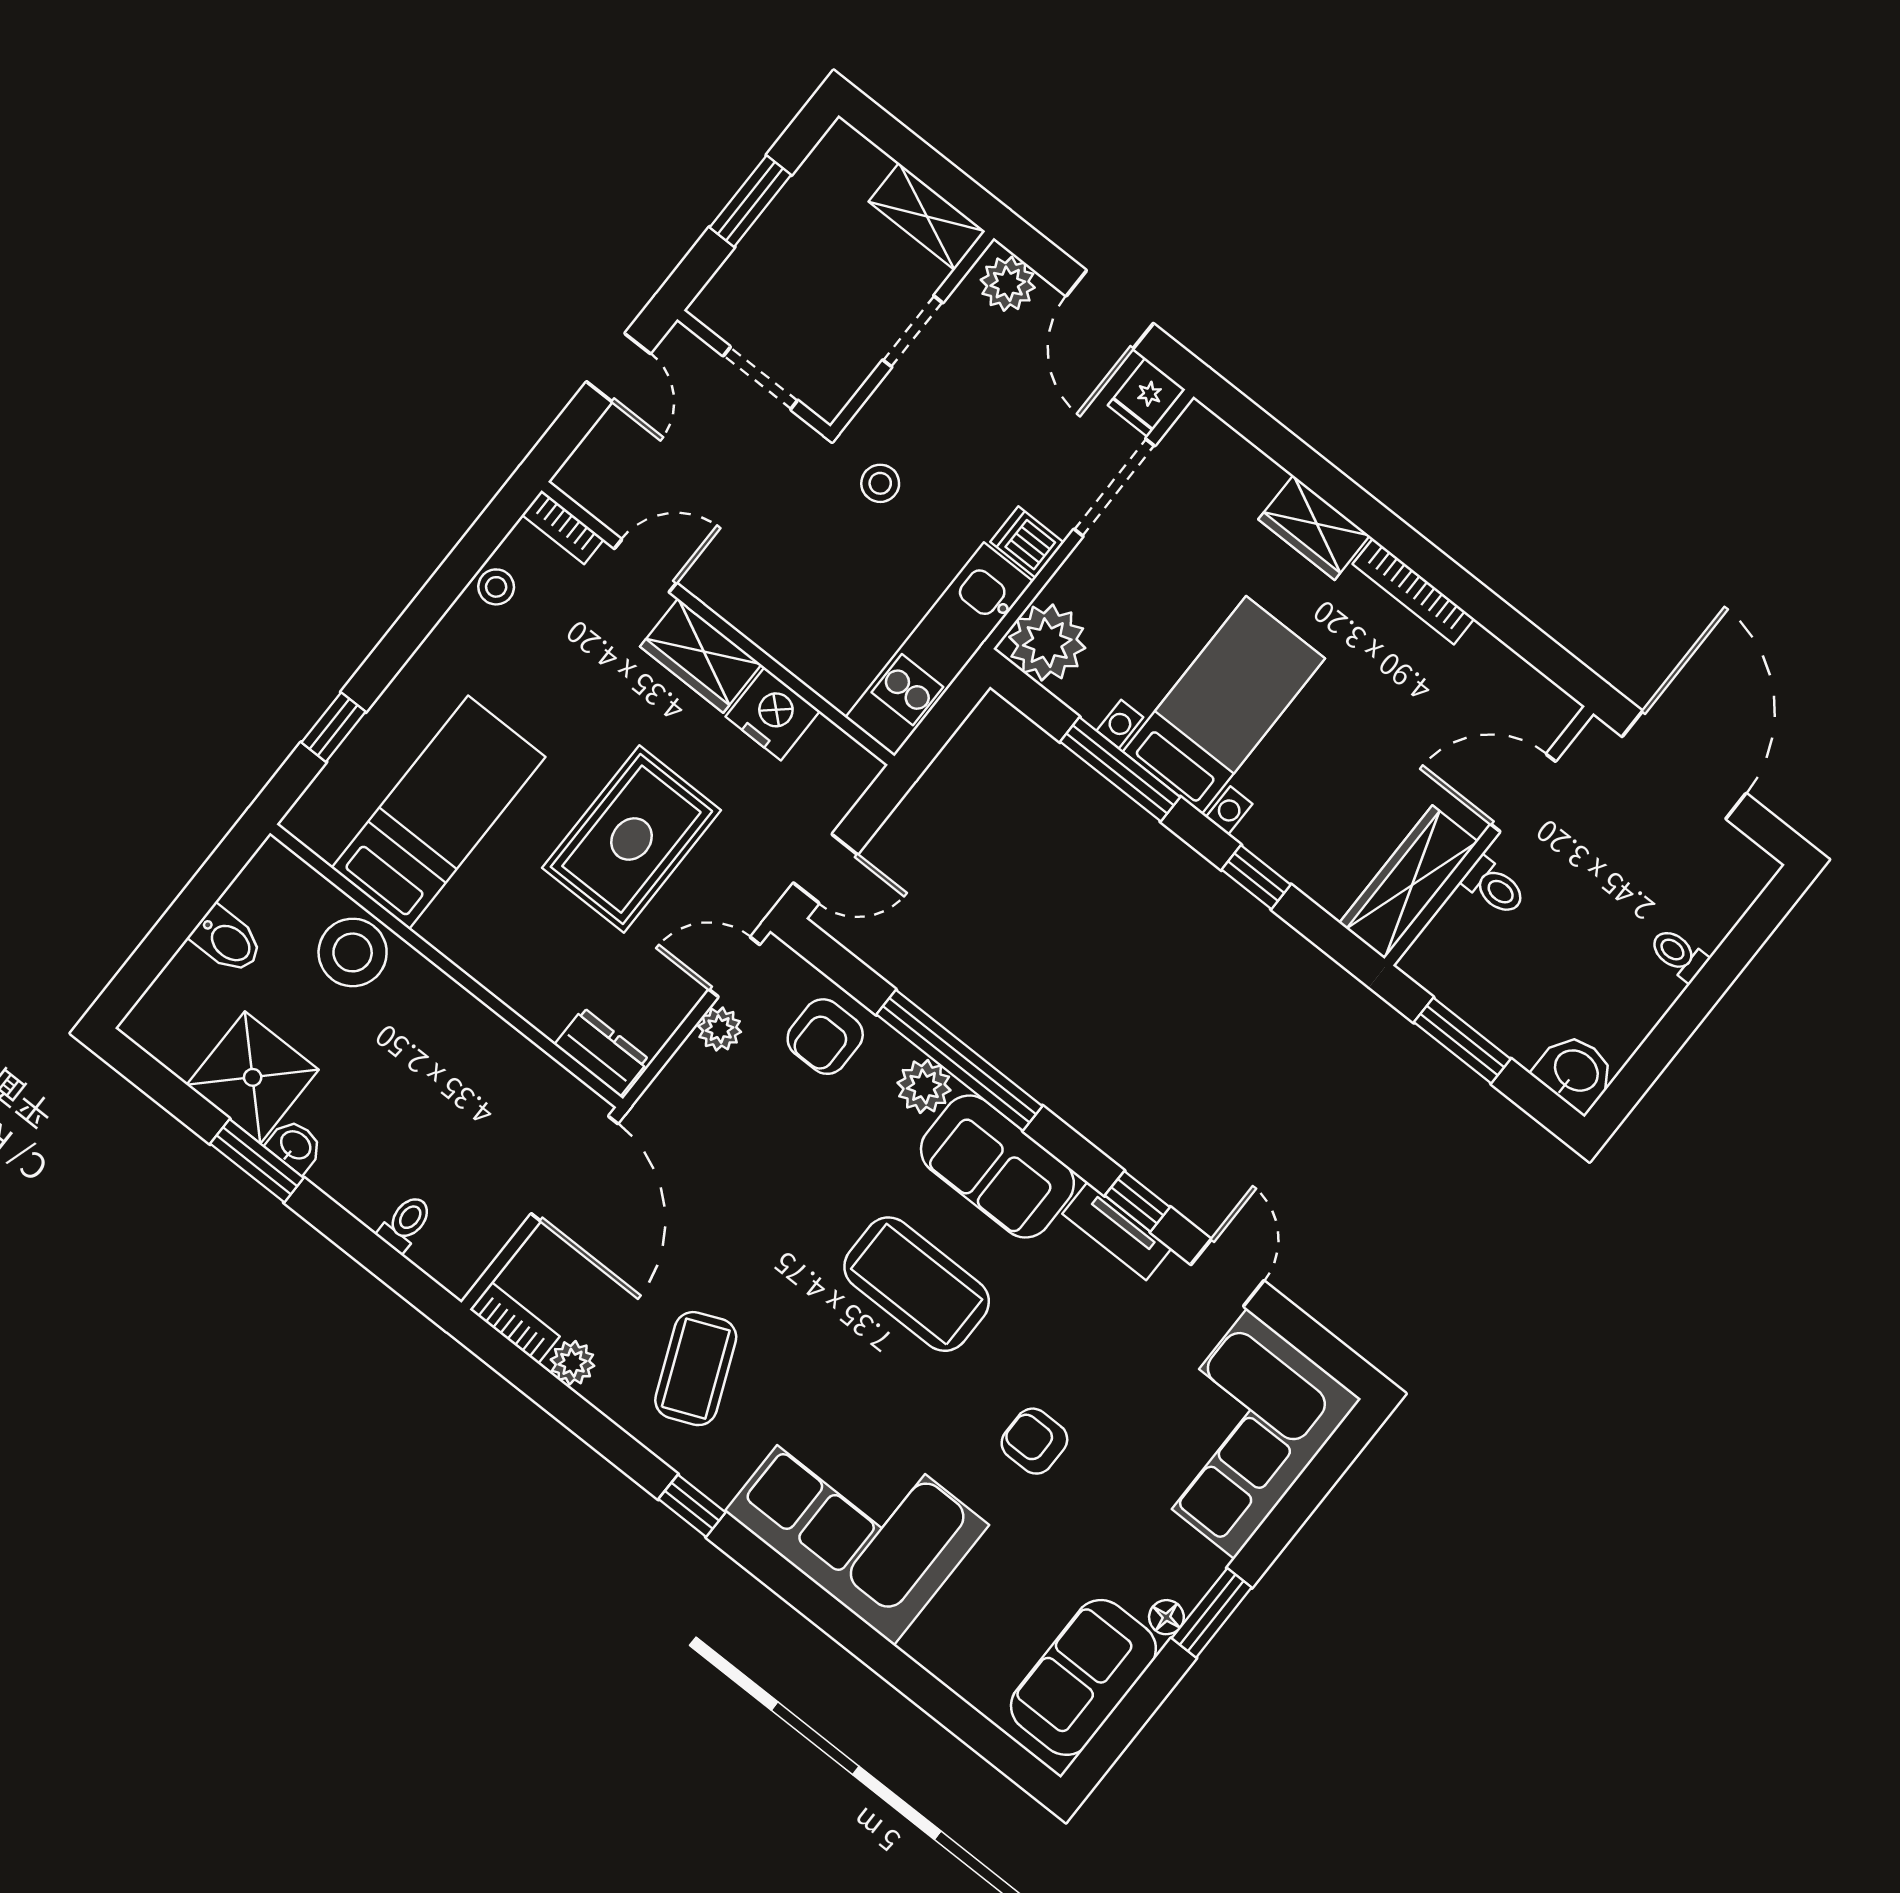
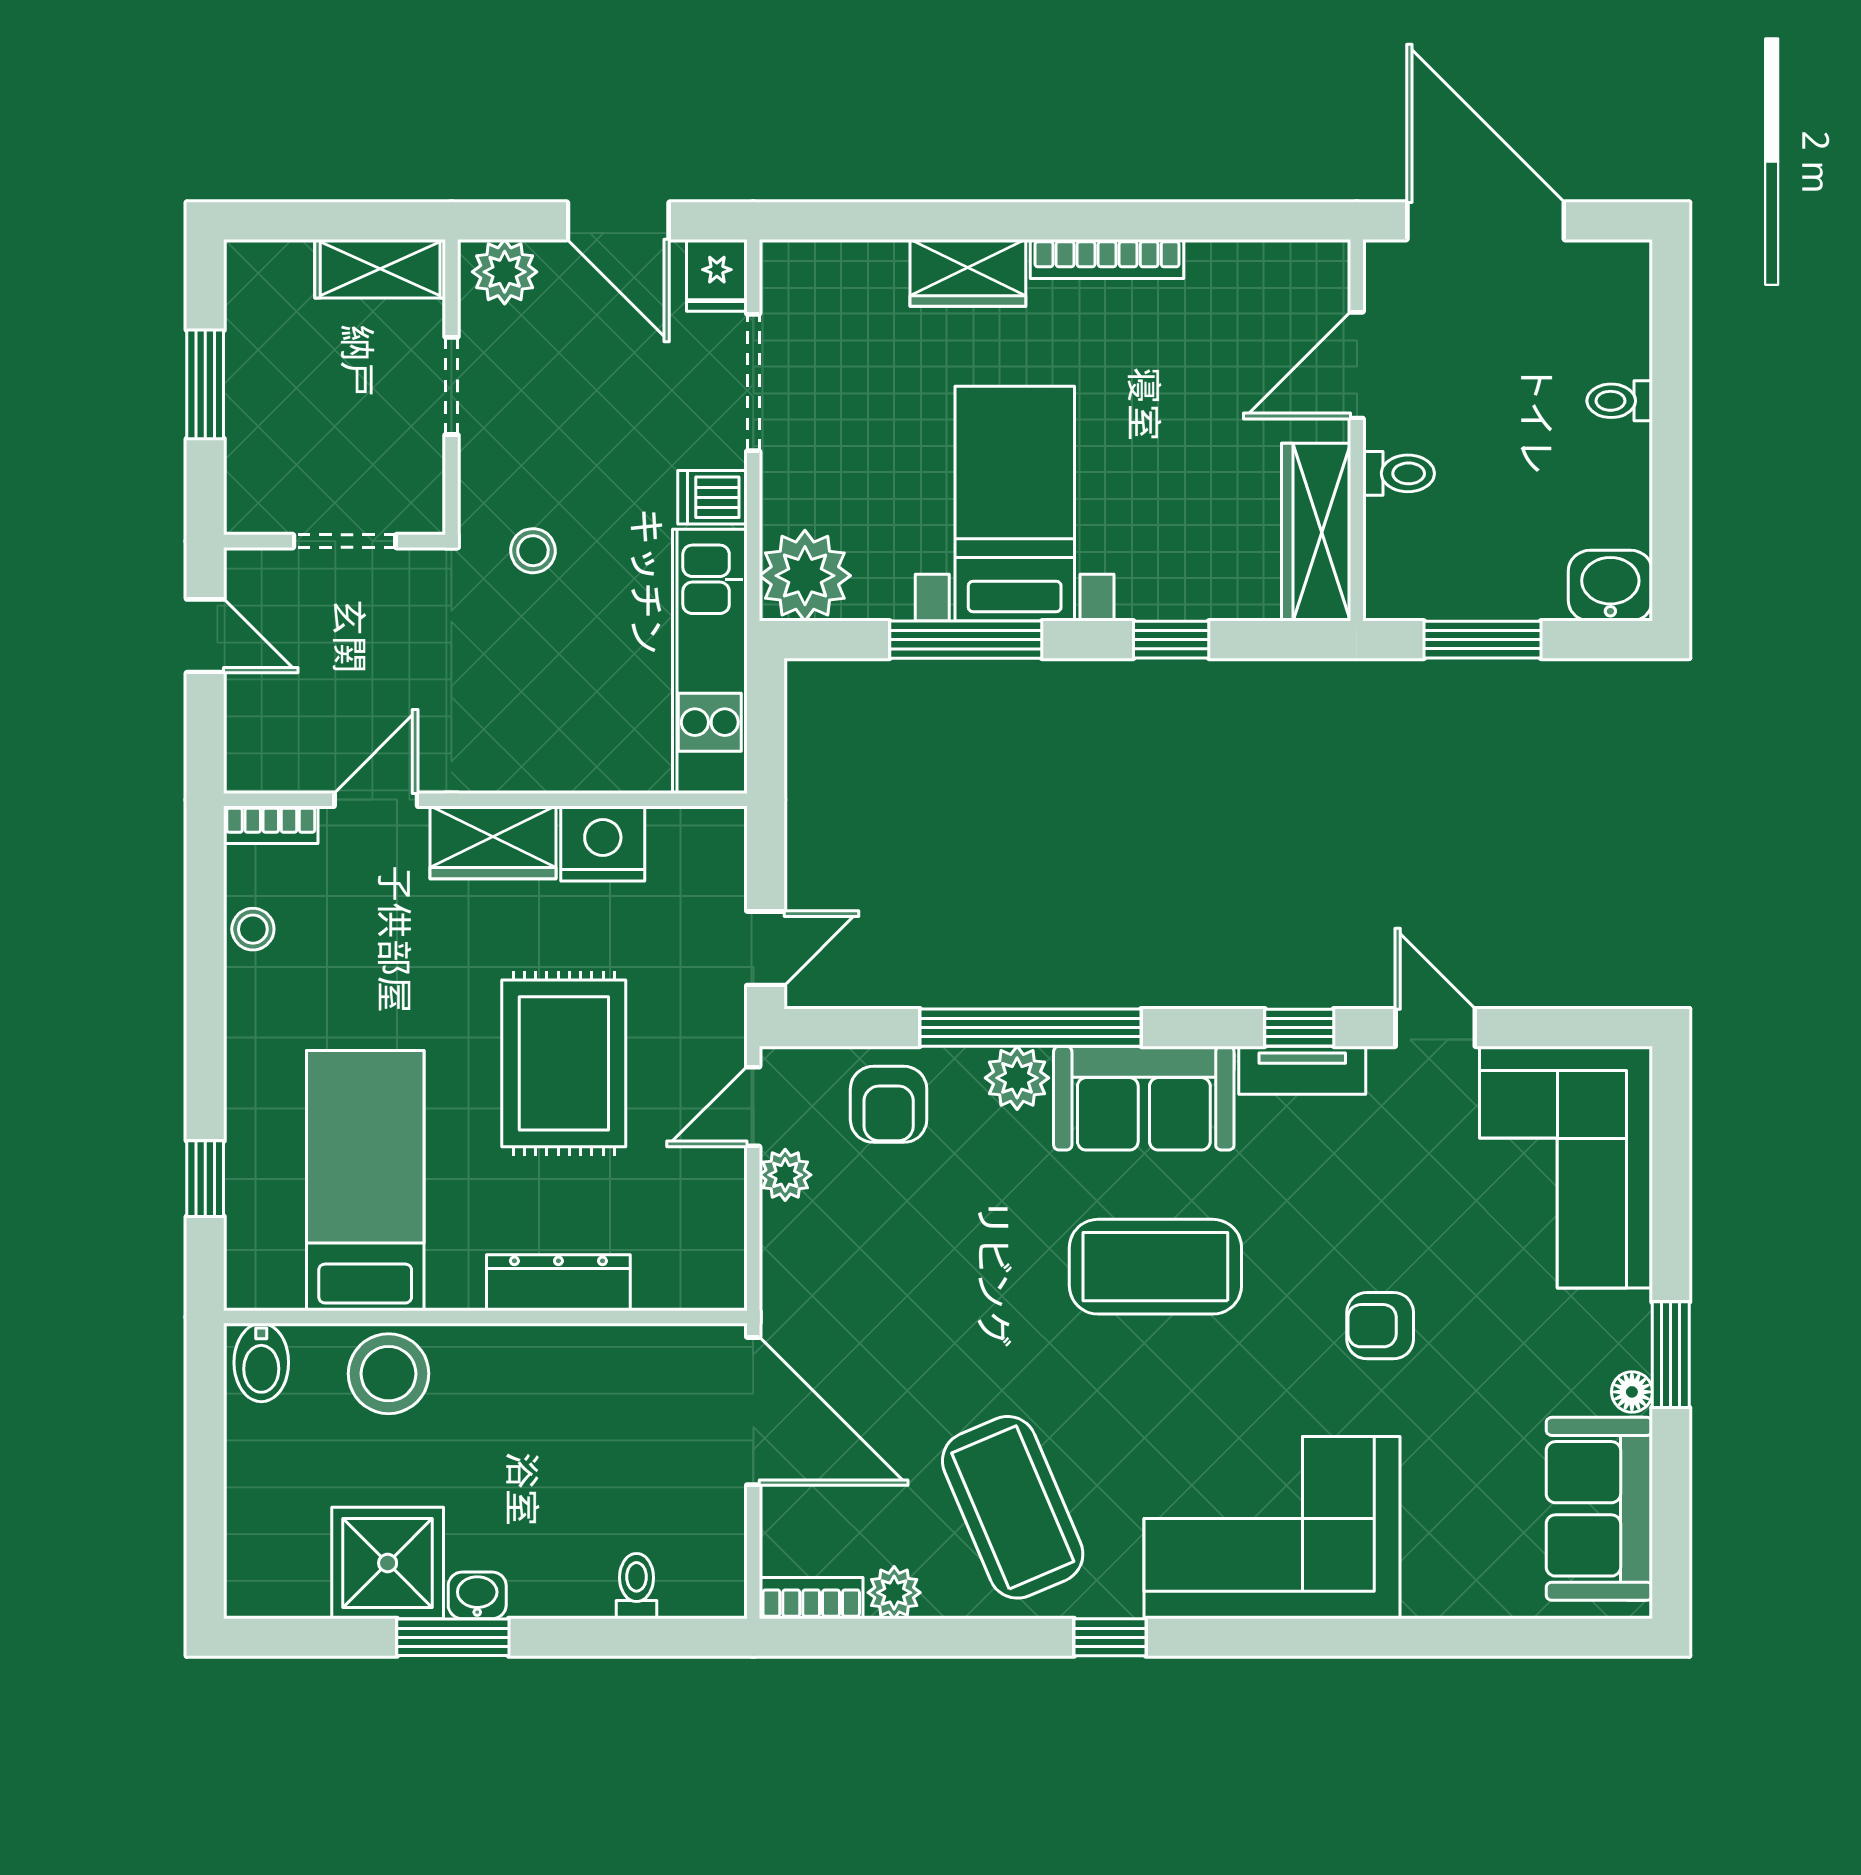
bidet: (227, 940) -> (261, 1363), moved, turned 90
dresser: (602, 1052) -> (558, 1283), moved, width x1.44
coffee table: (696, 1369) -> (1013, 1507), width x1.36, depth x1.32

